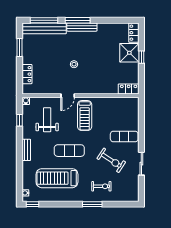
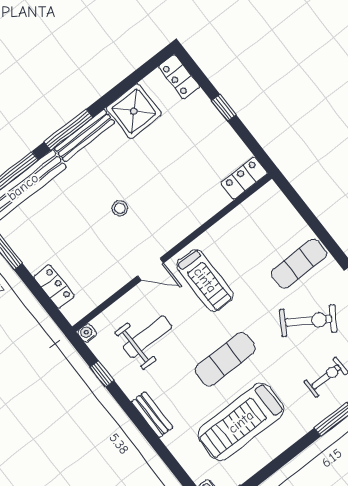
shower: (129, 53) -> (134, 111), moved
door: (68, 96) -> (151, 269), hinge flipped
weight bench: (47, 120) -> (148, 337), turned 90

